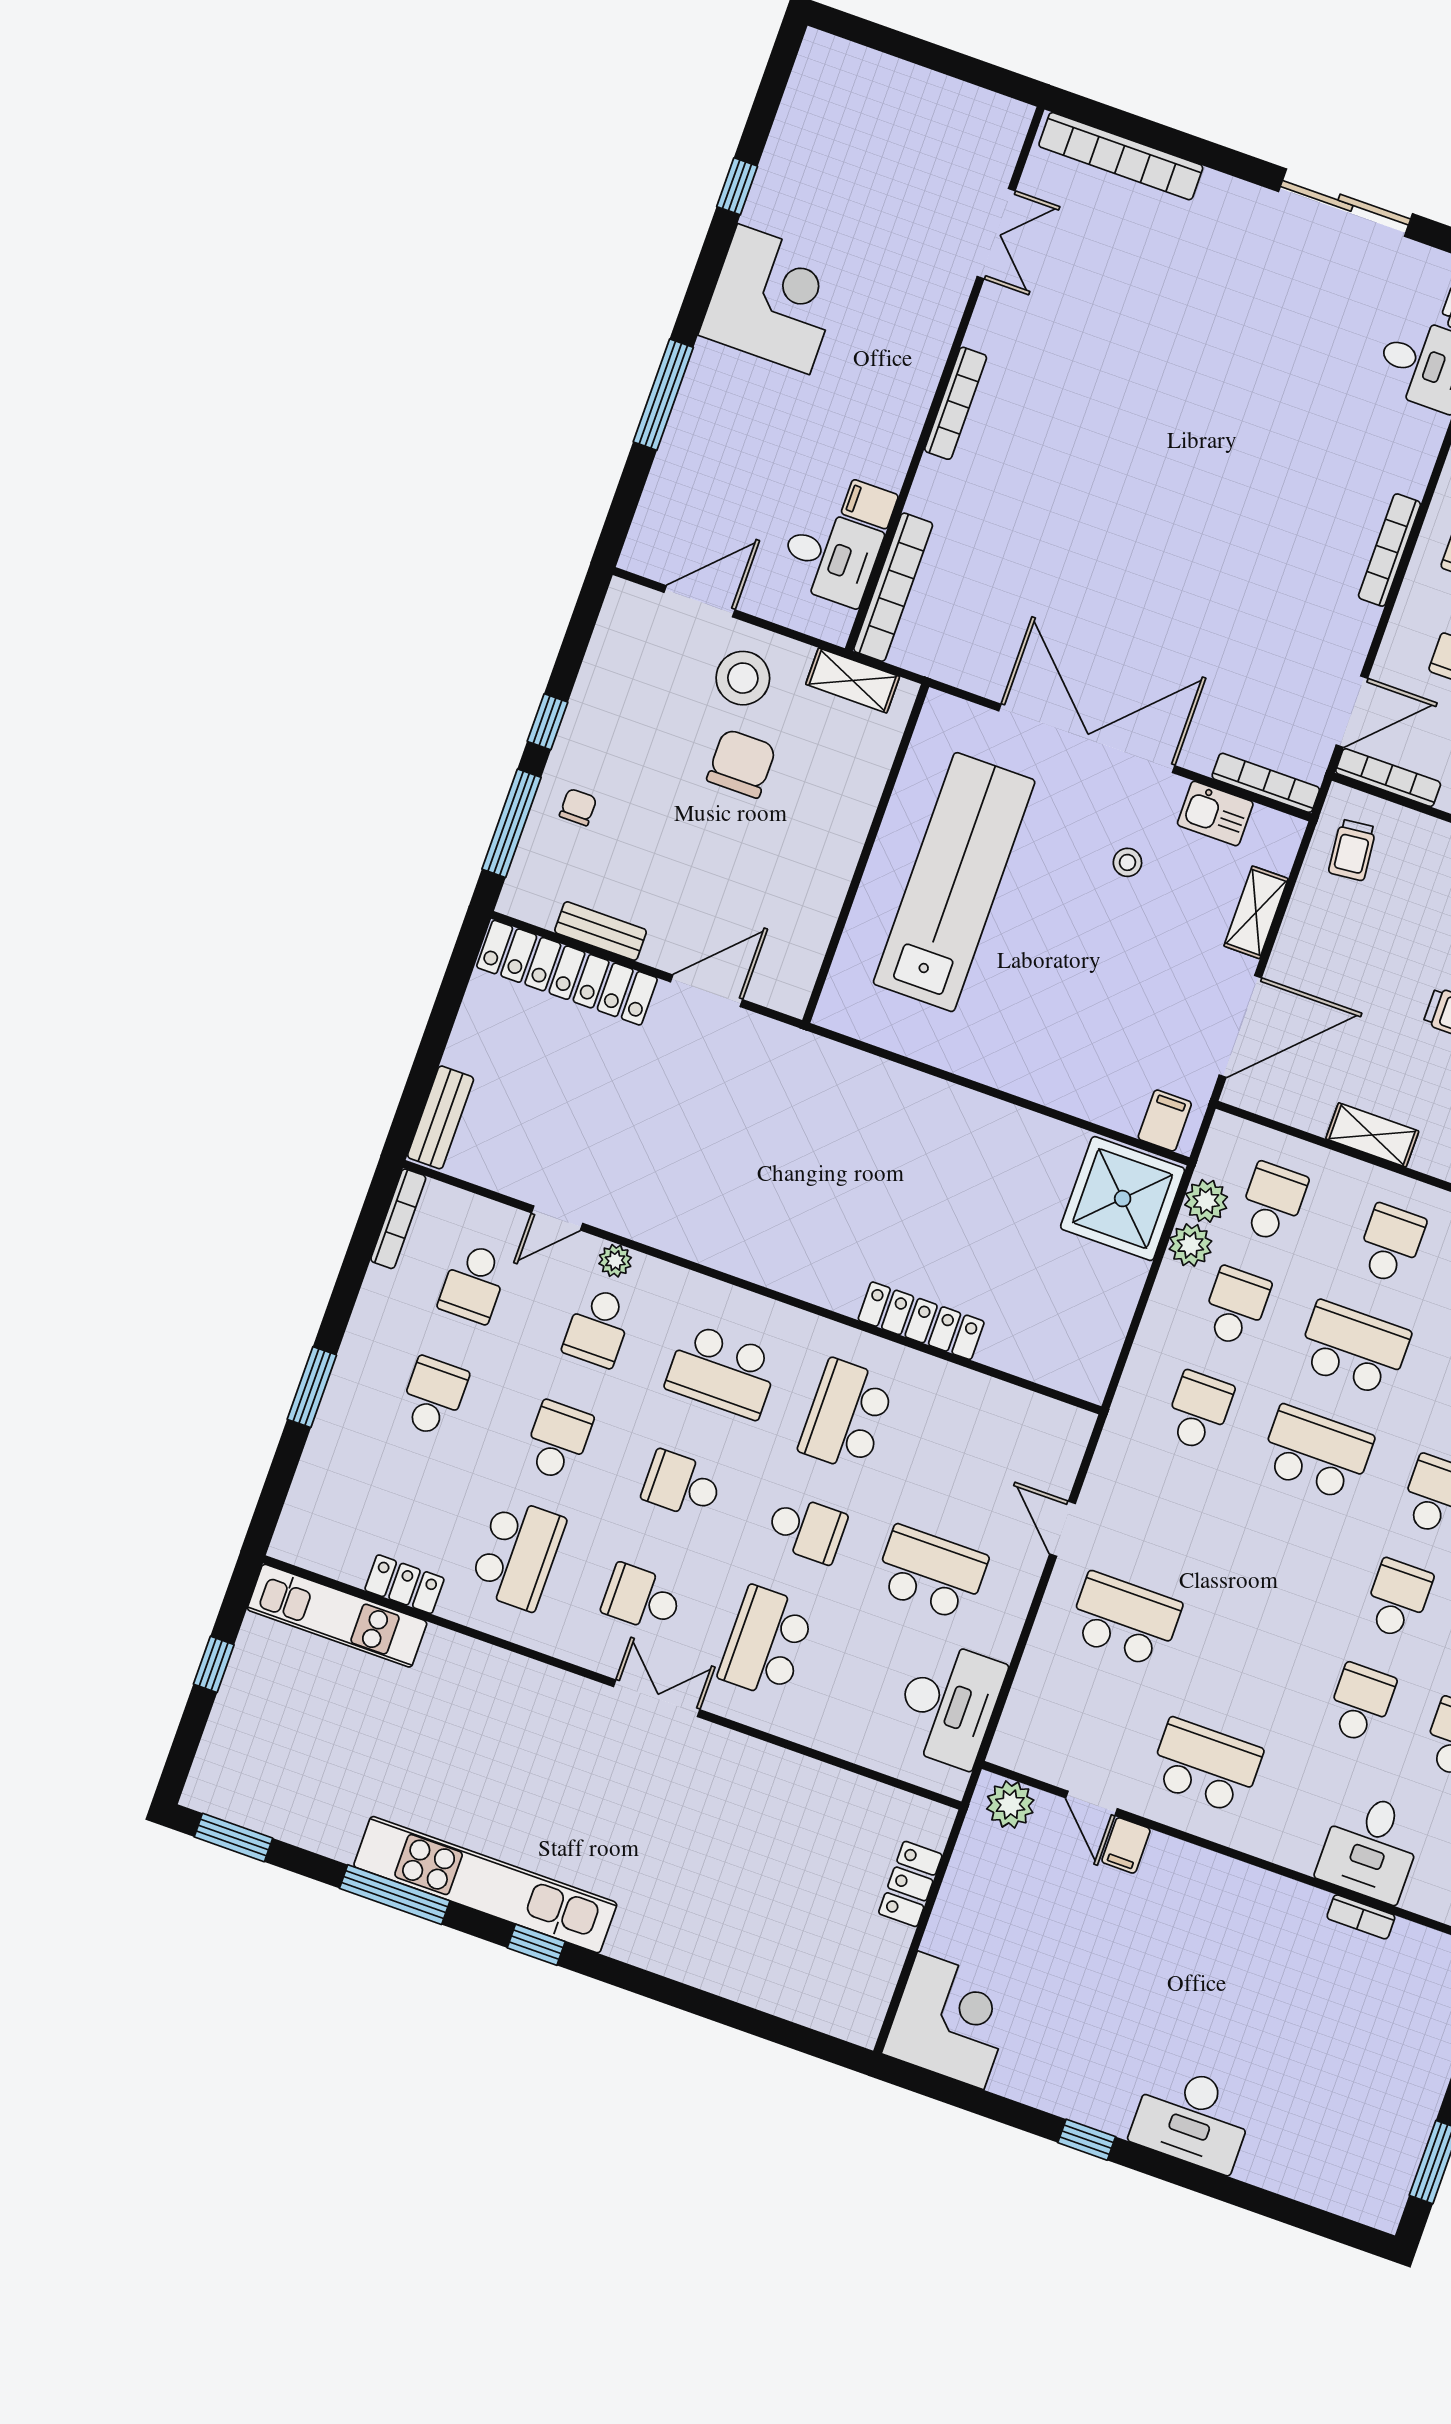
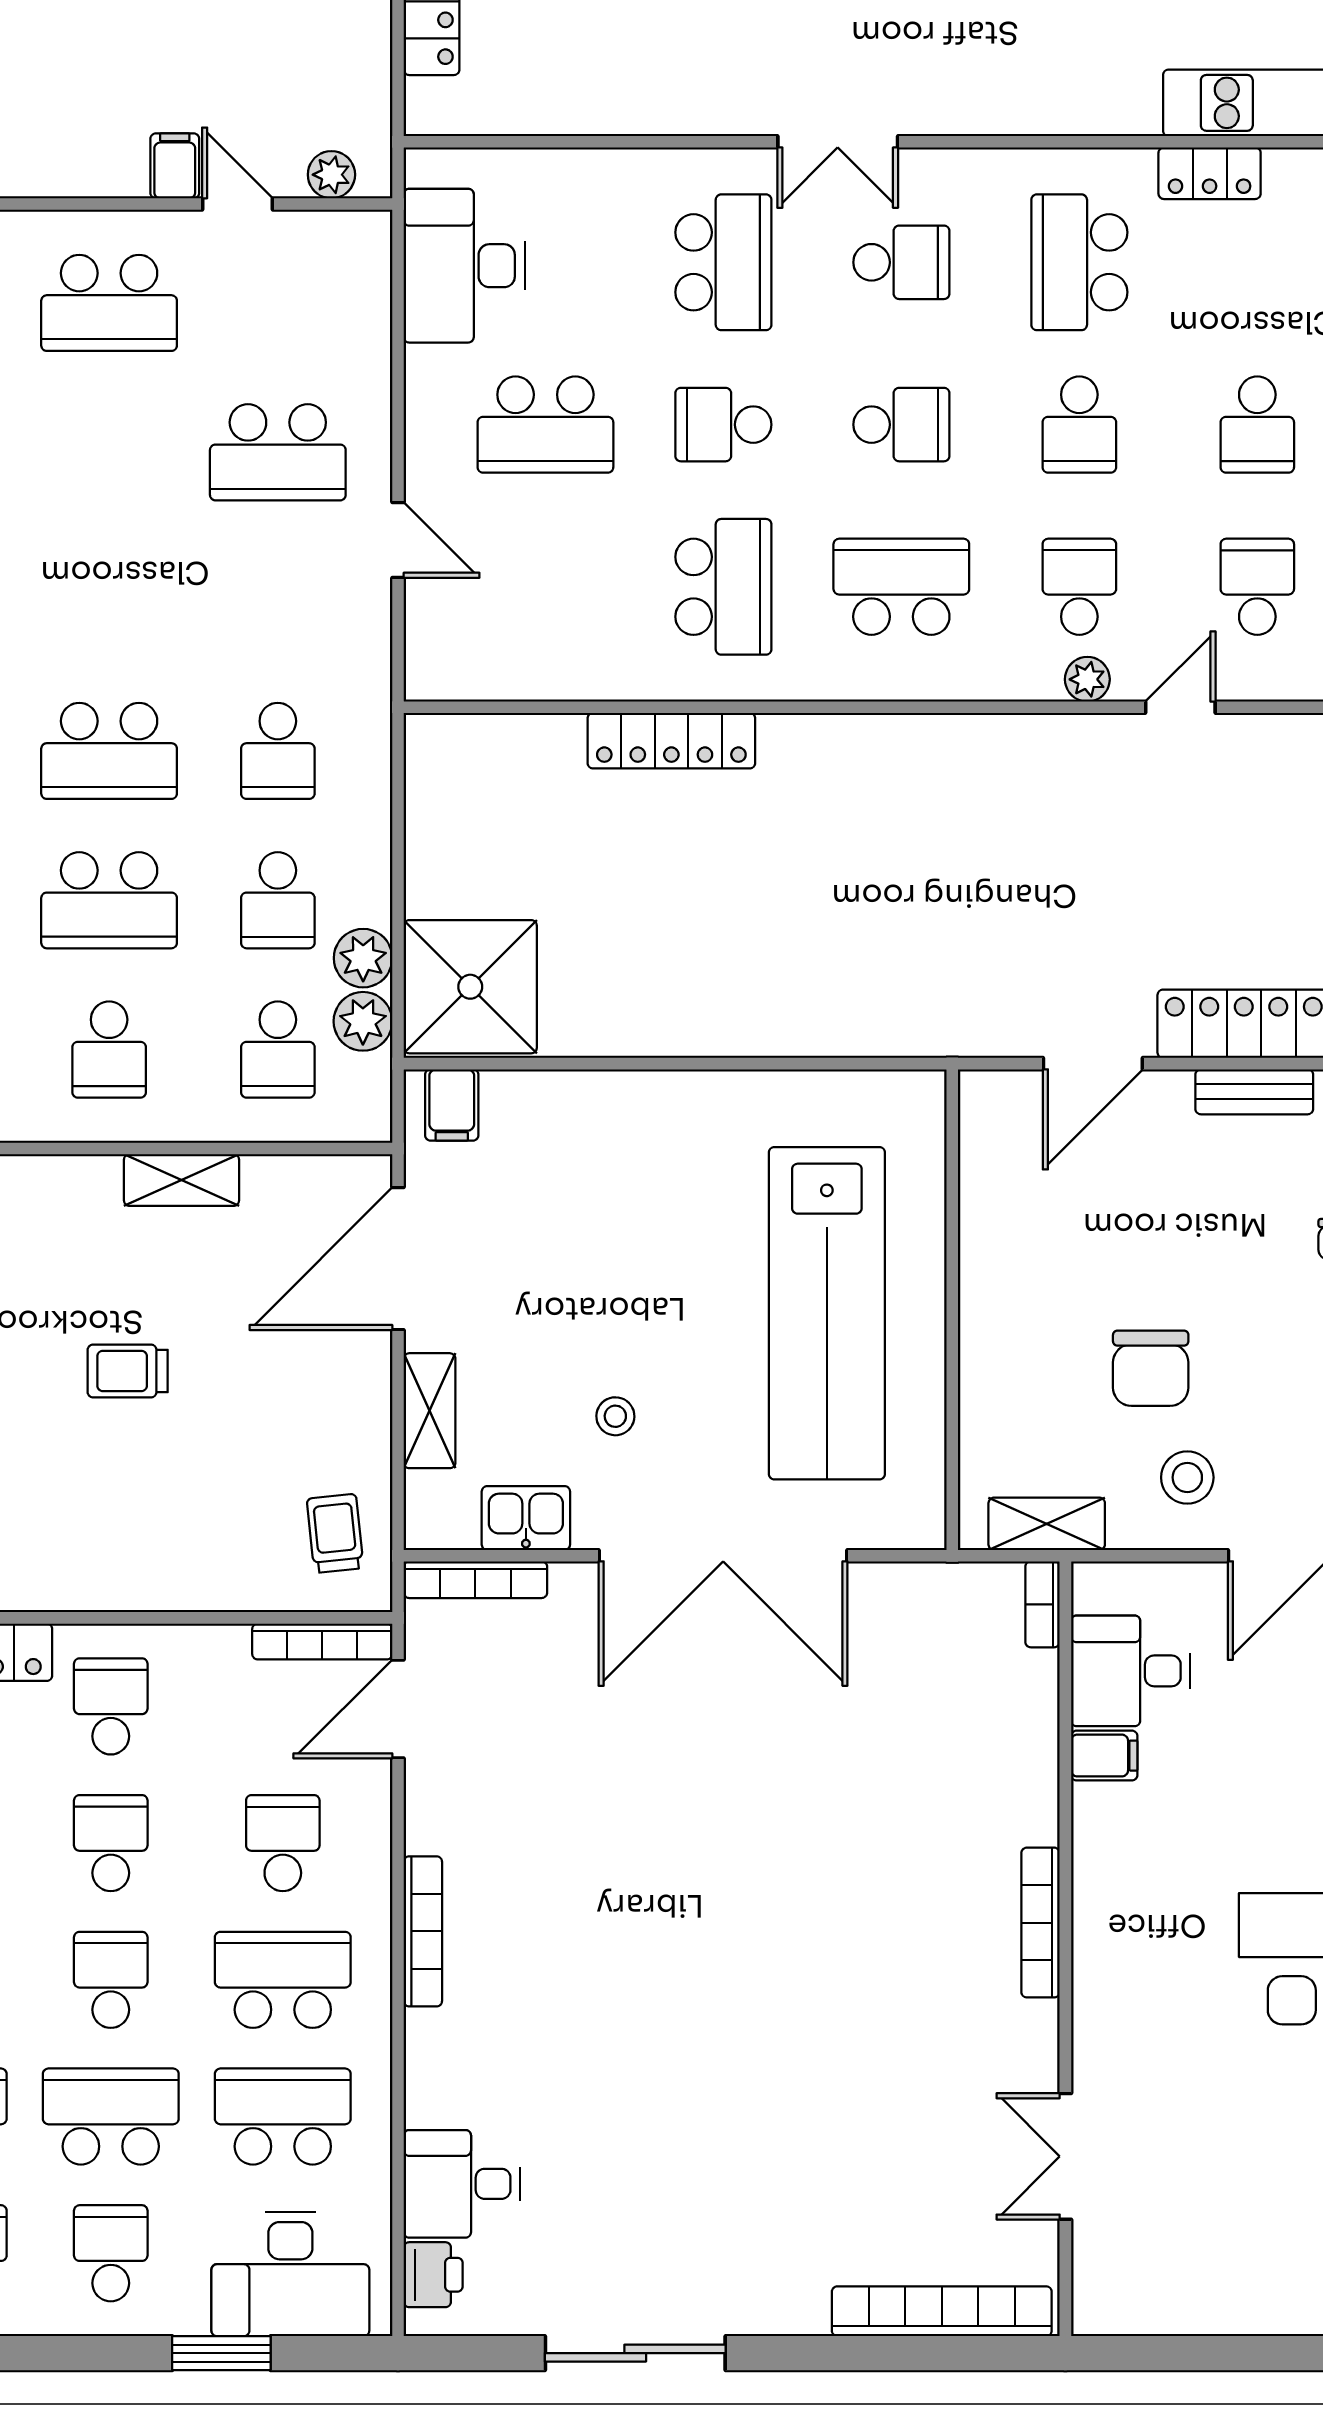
bookcase: (893, 587) -> (1043, 1604), width x0.43, depth x0.76
stool: (743, 678) -> (1187, 1477), width x0.73, depth x0.73
plant: (1010, 1805) -> (331, 175), width x0.73, depth x0.73

